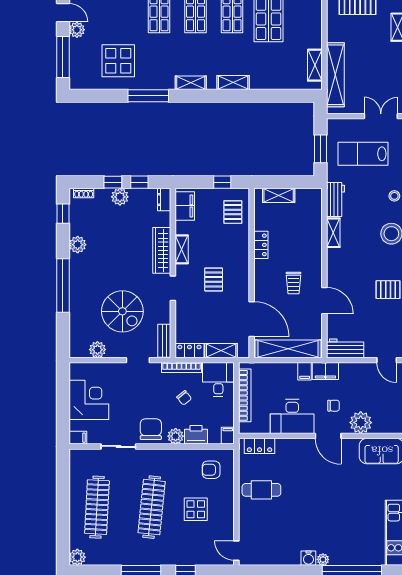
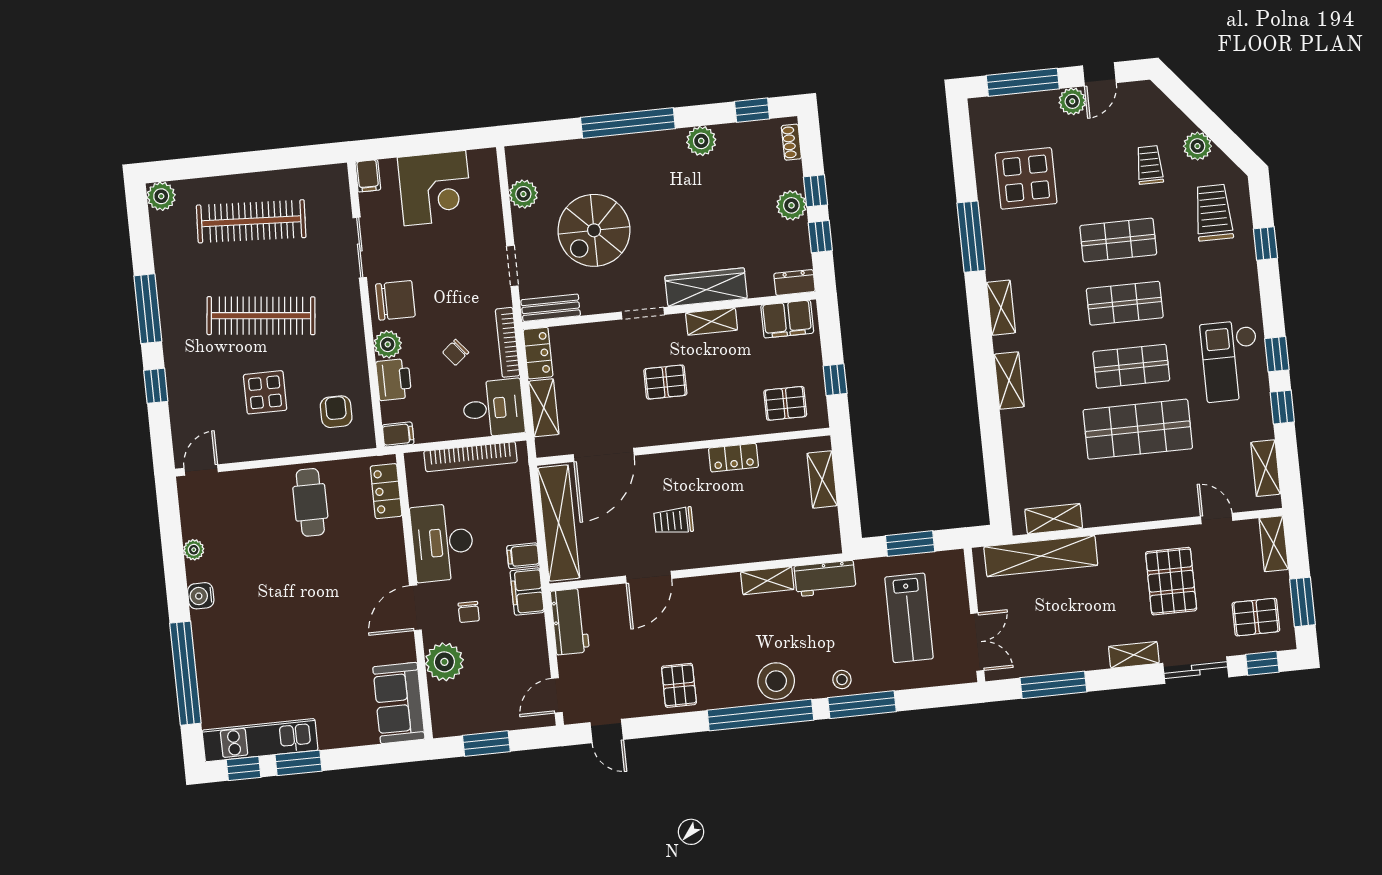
lab bench: (363, 154) -> (909, 618), turned 180
plant: (323, 559) -> (194, 550), moved

